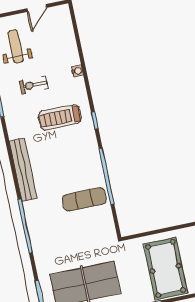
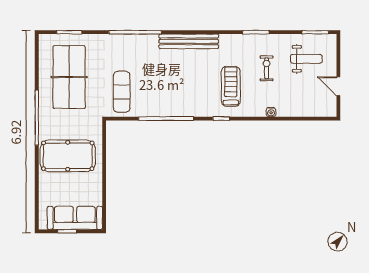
exercise mat: (84, 199) -> (122, 92), moved

